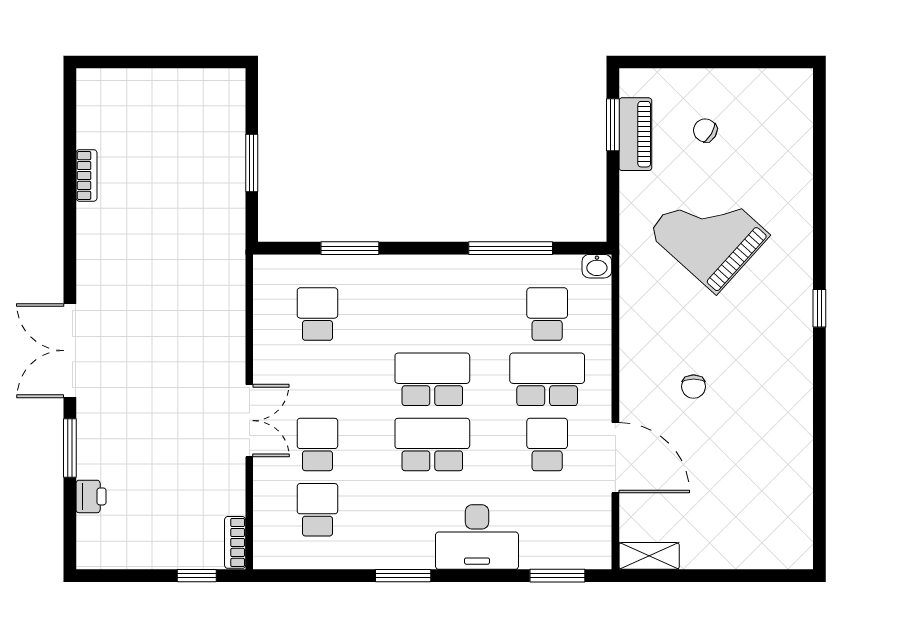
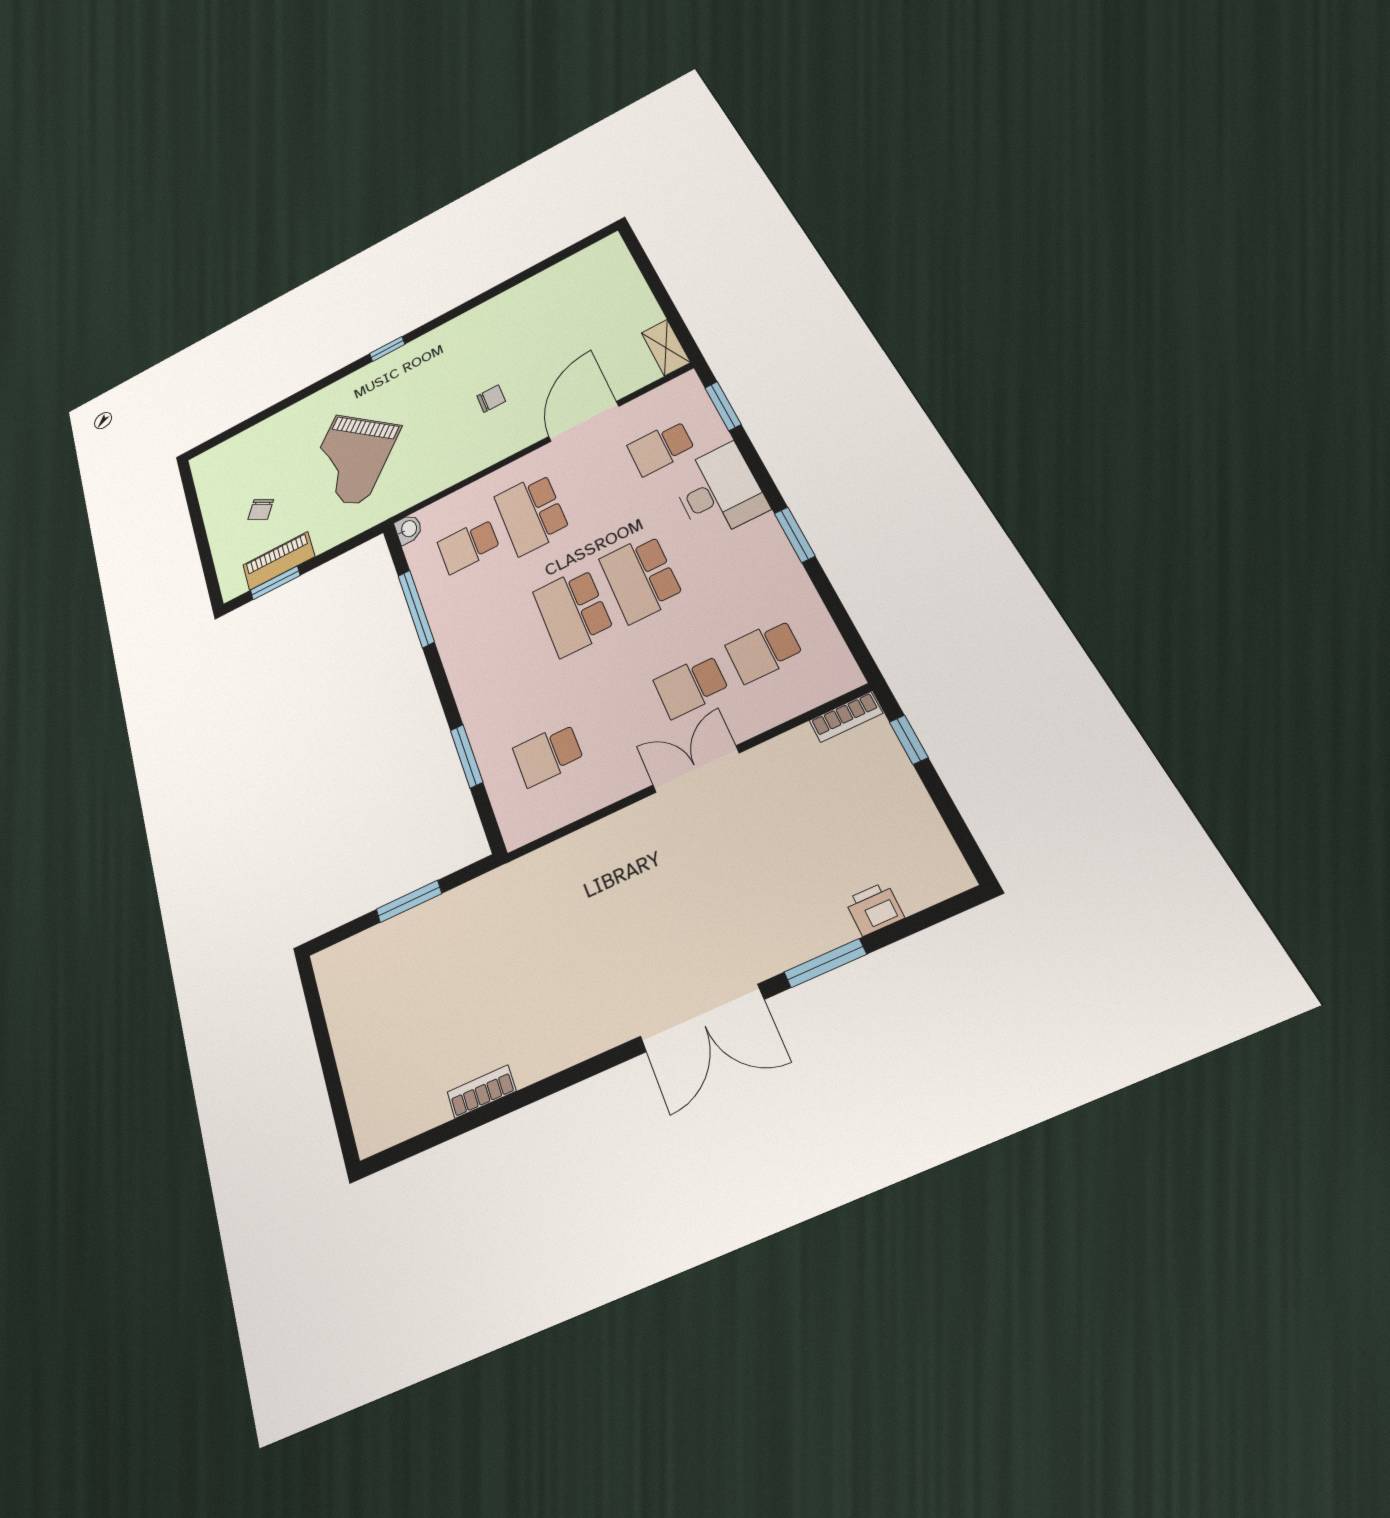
school desk: (547, 445) -> (661, 448), moved

